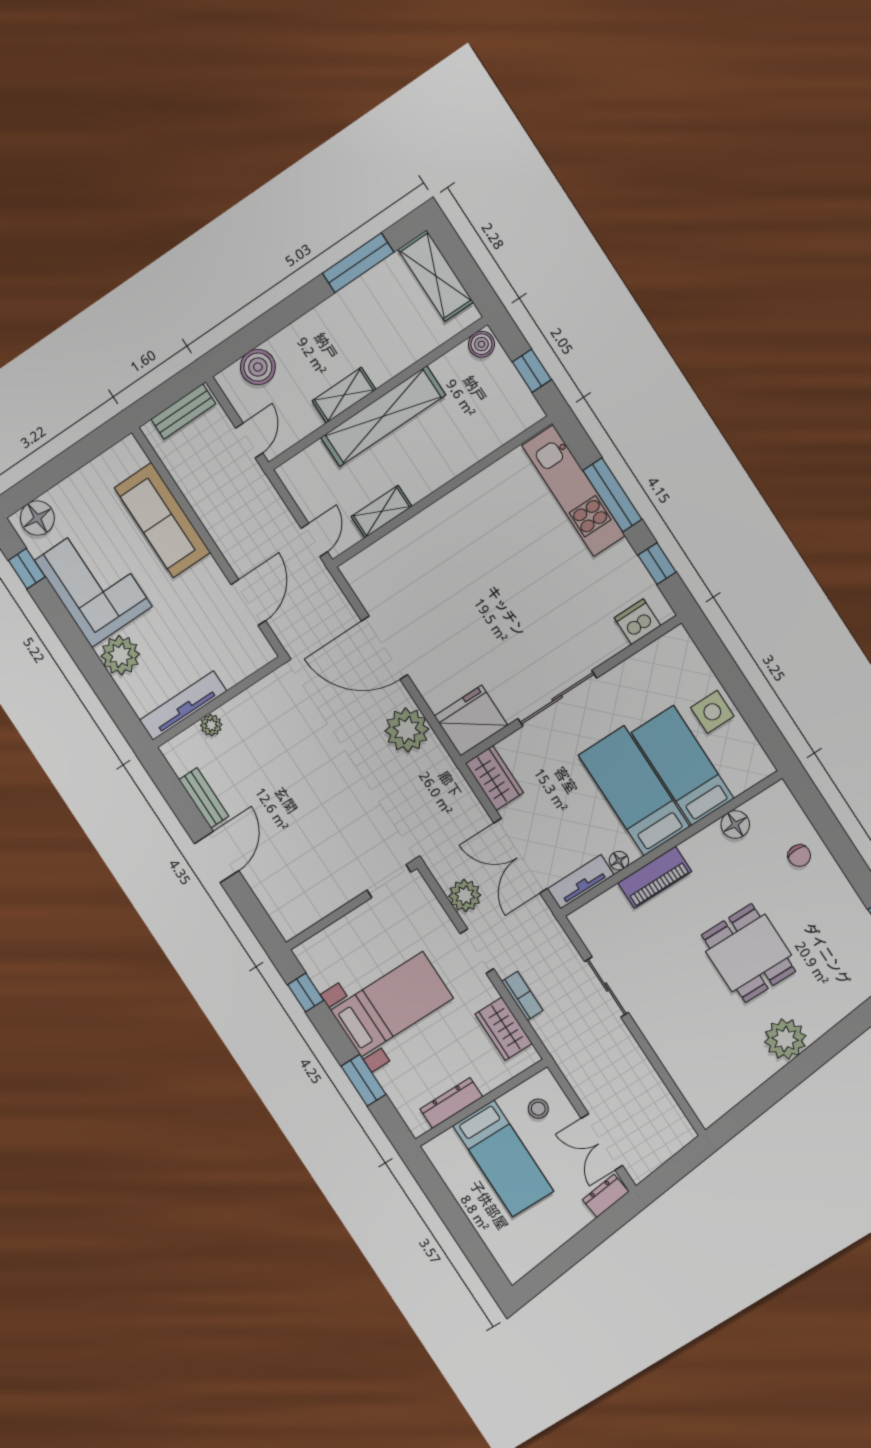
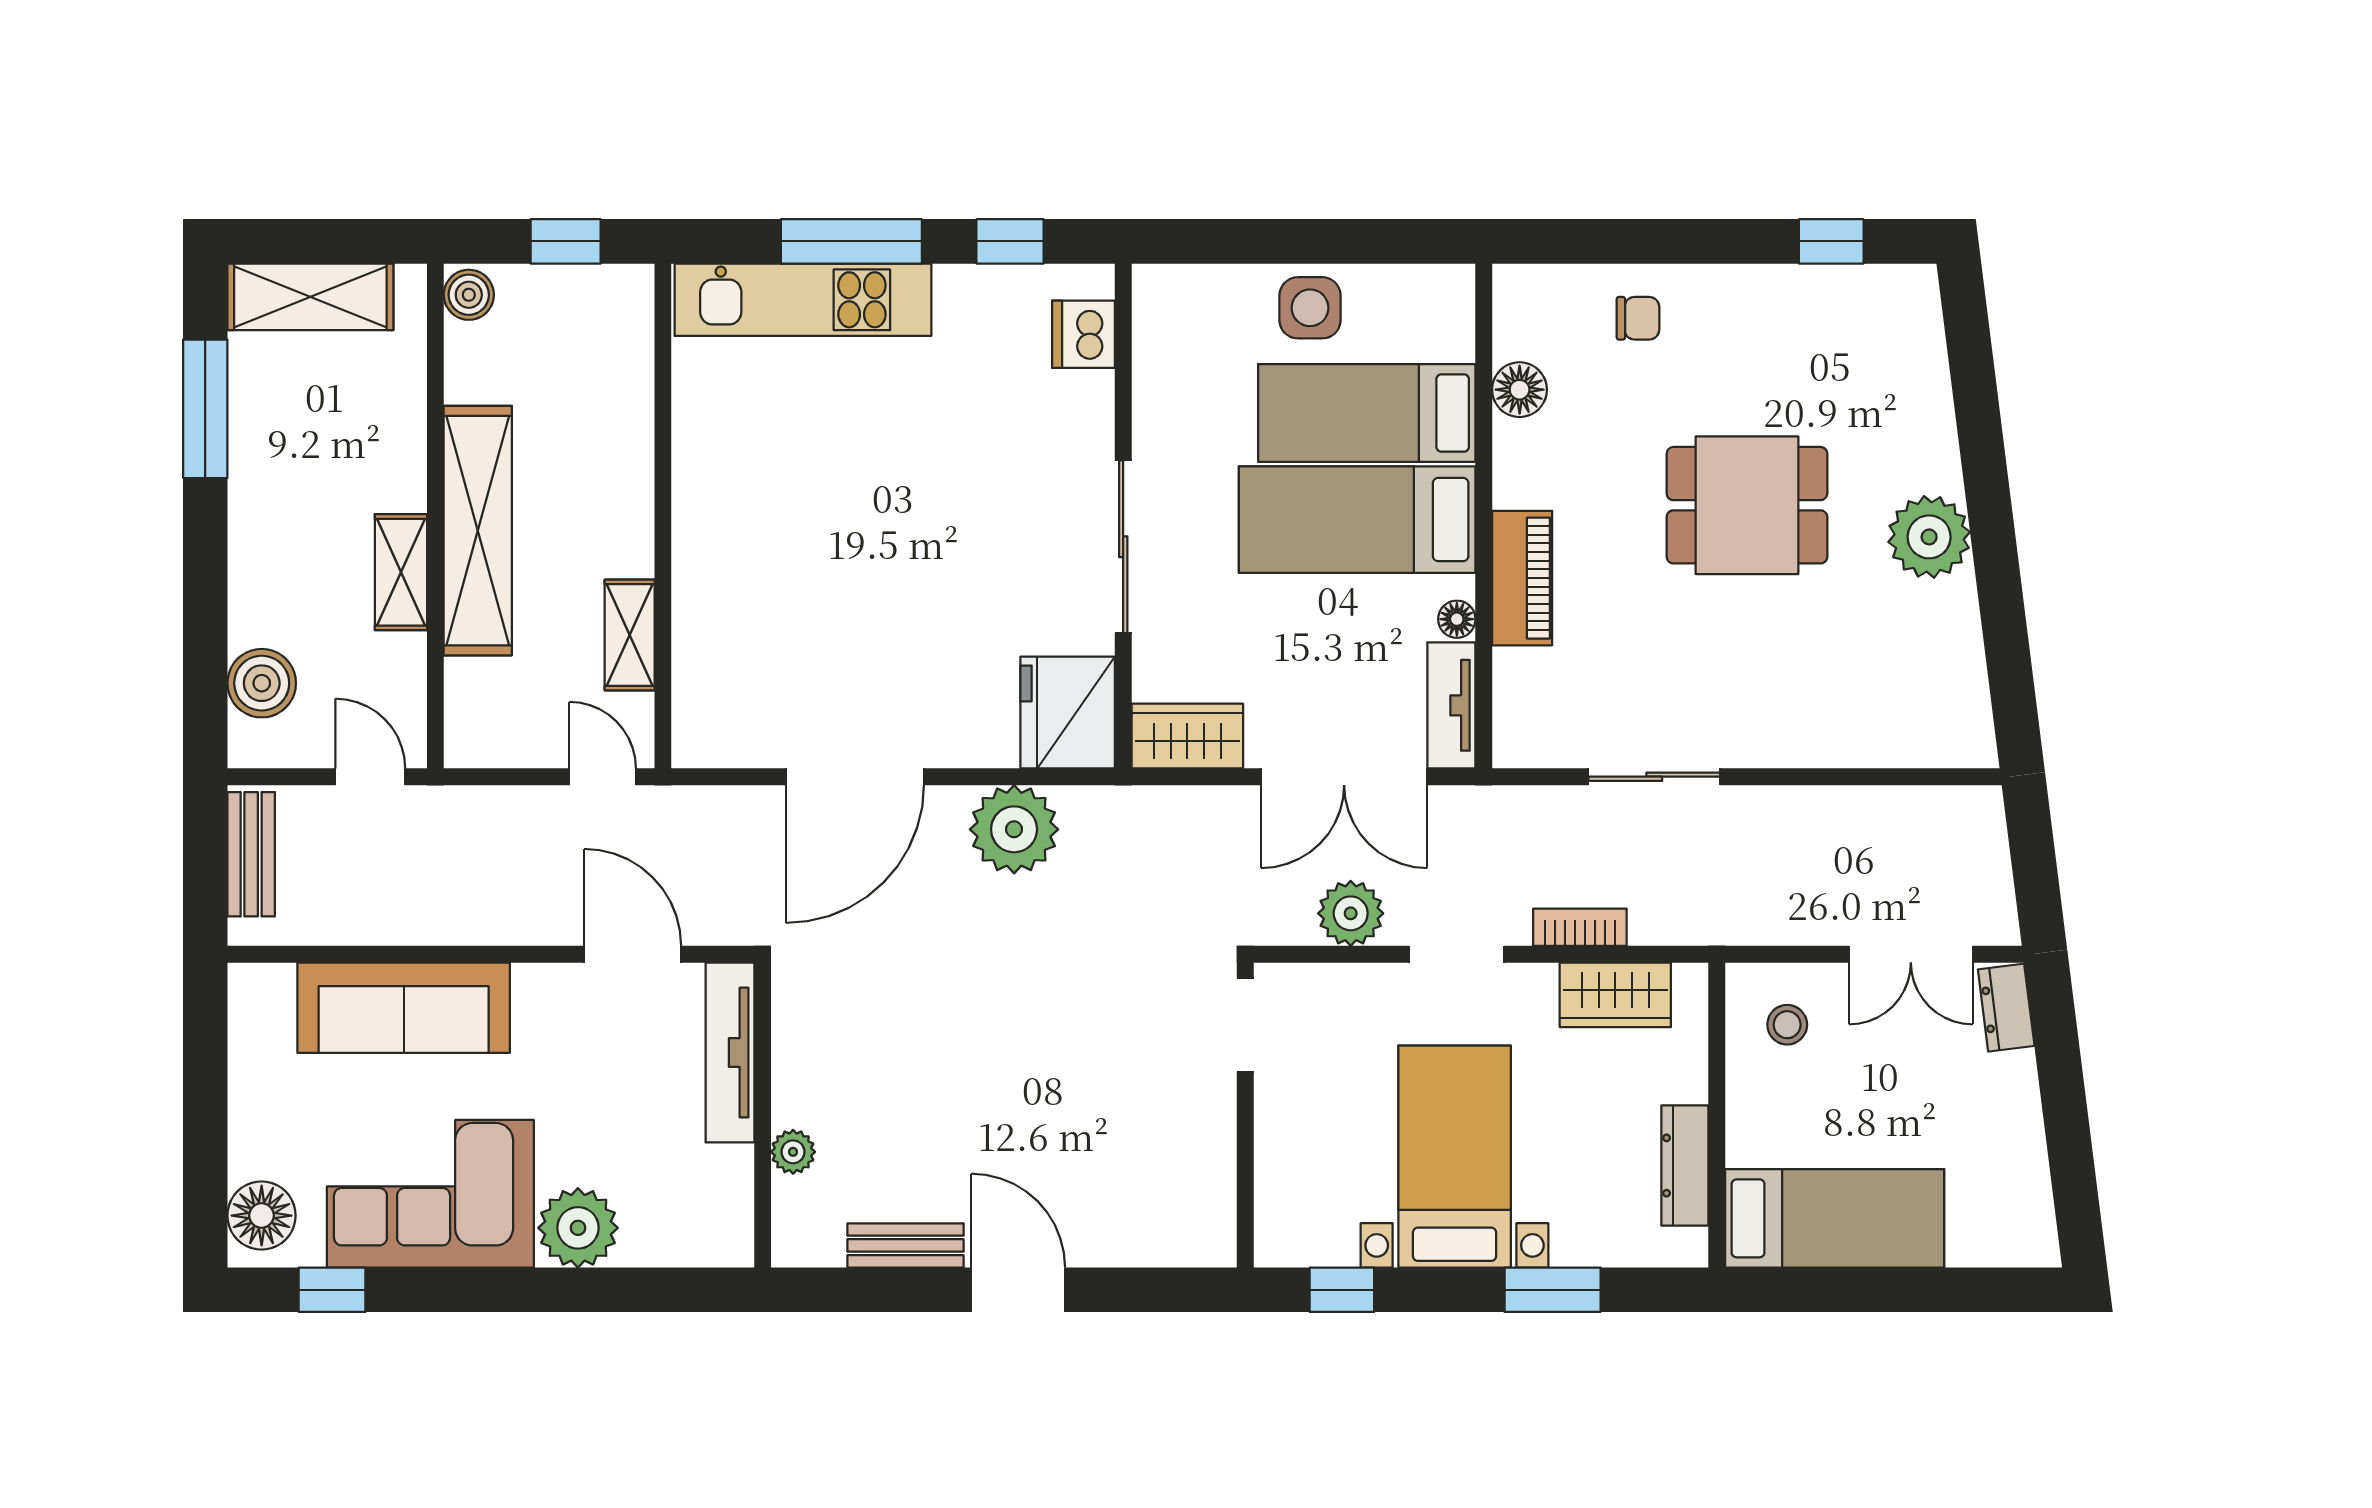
tv unit: (183, 706) -> (730, 1052), moved
bed: (503, 1158) -> (1835, 1218), moved

